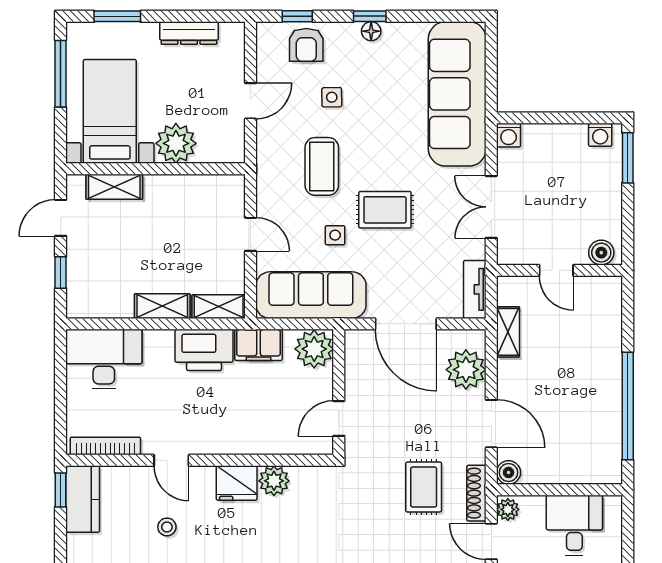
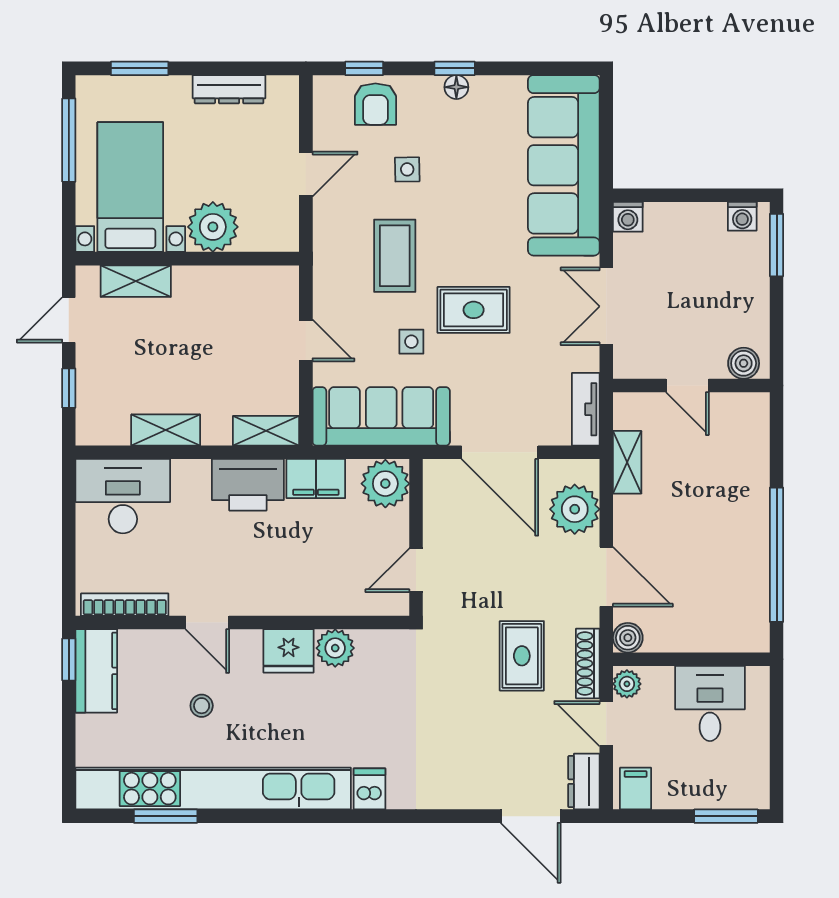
shelving: (162, 306) -> (166, 430), moved

